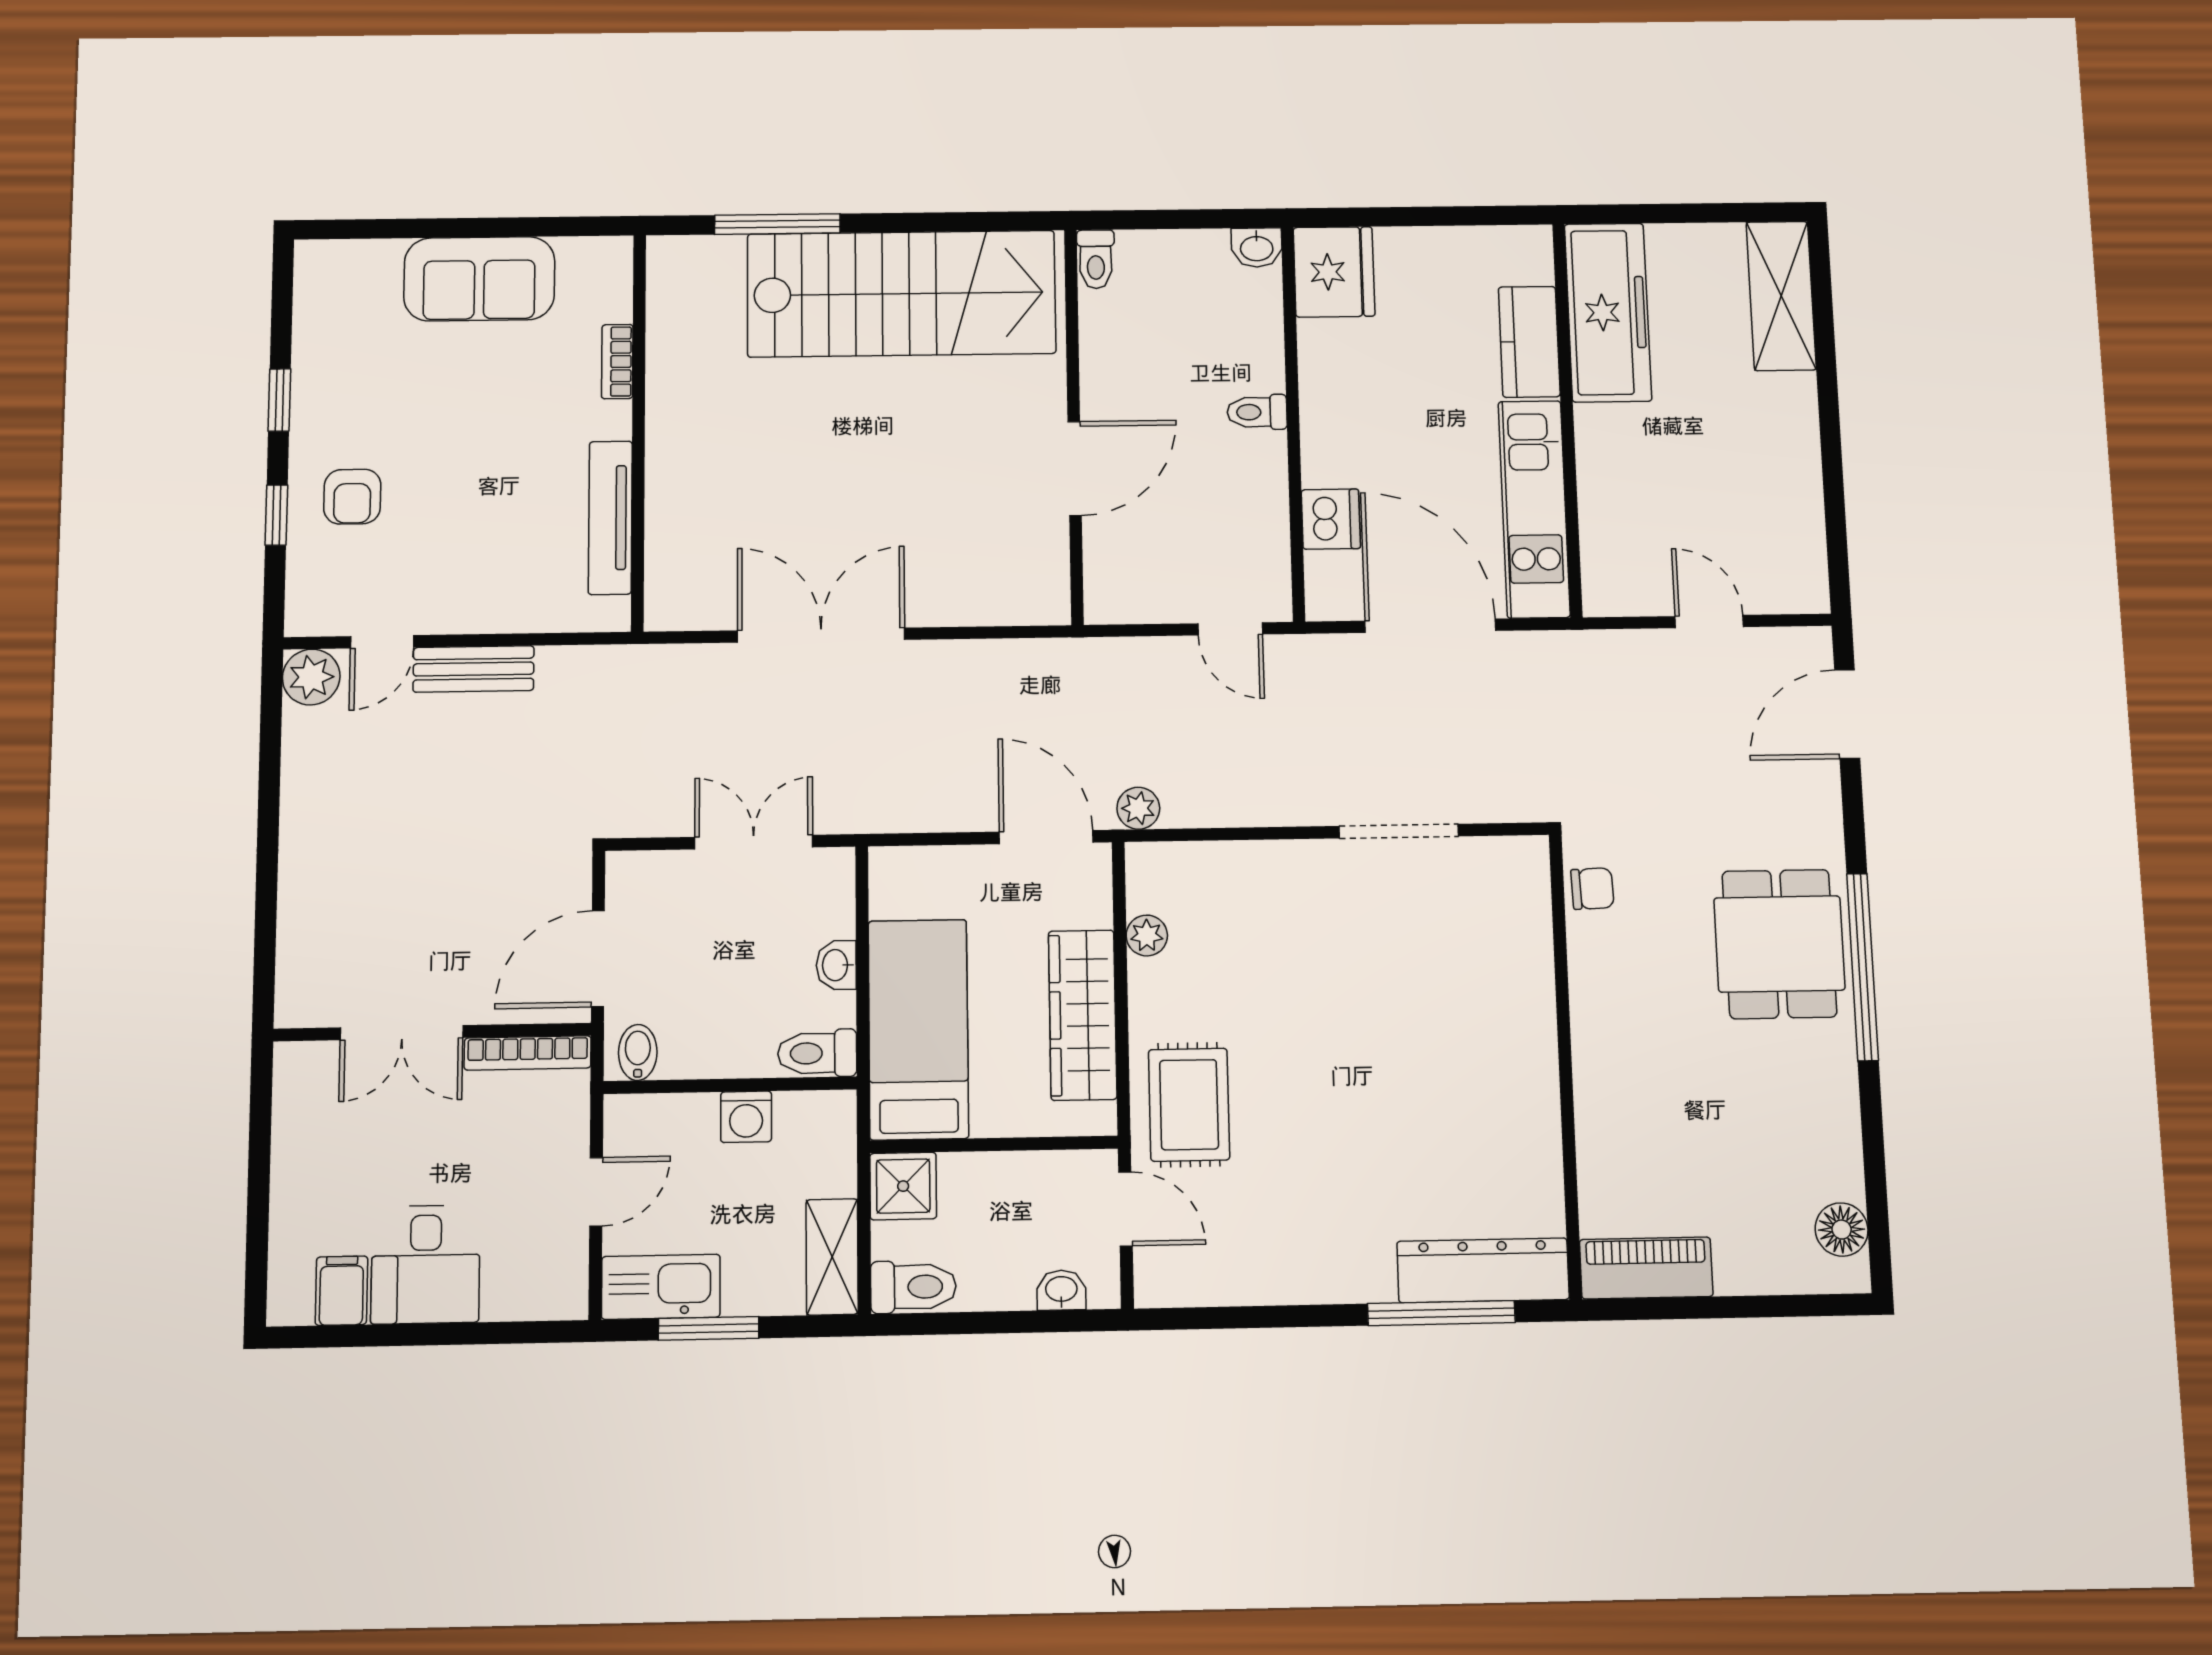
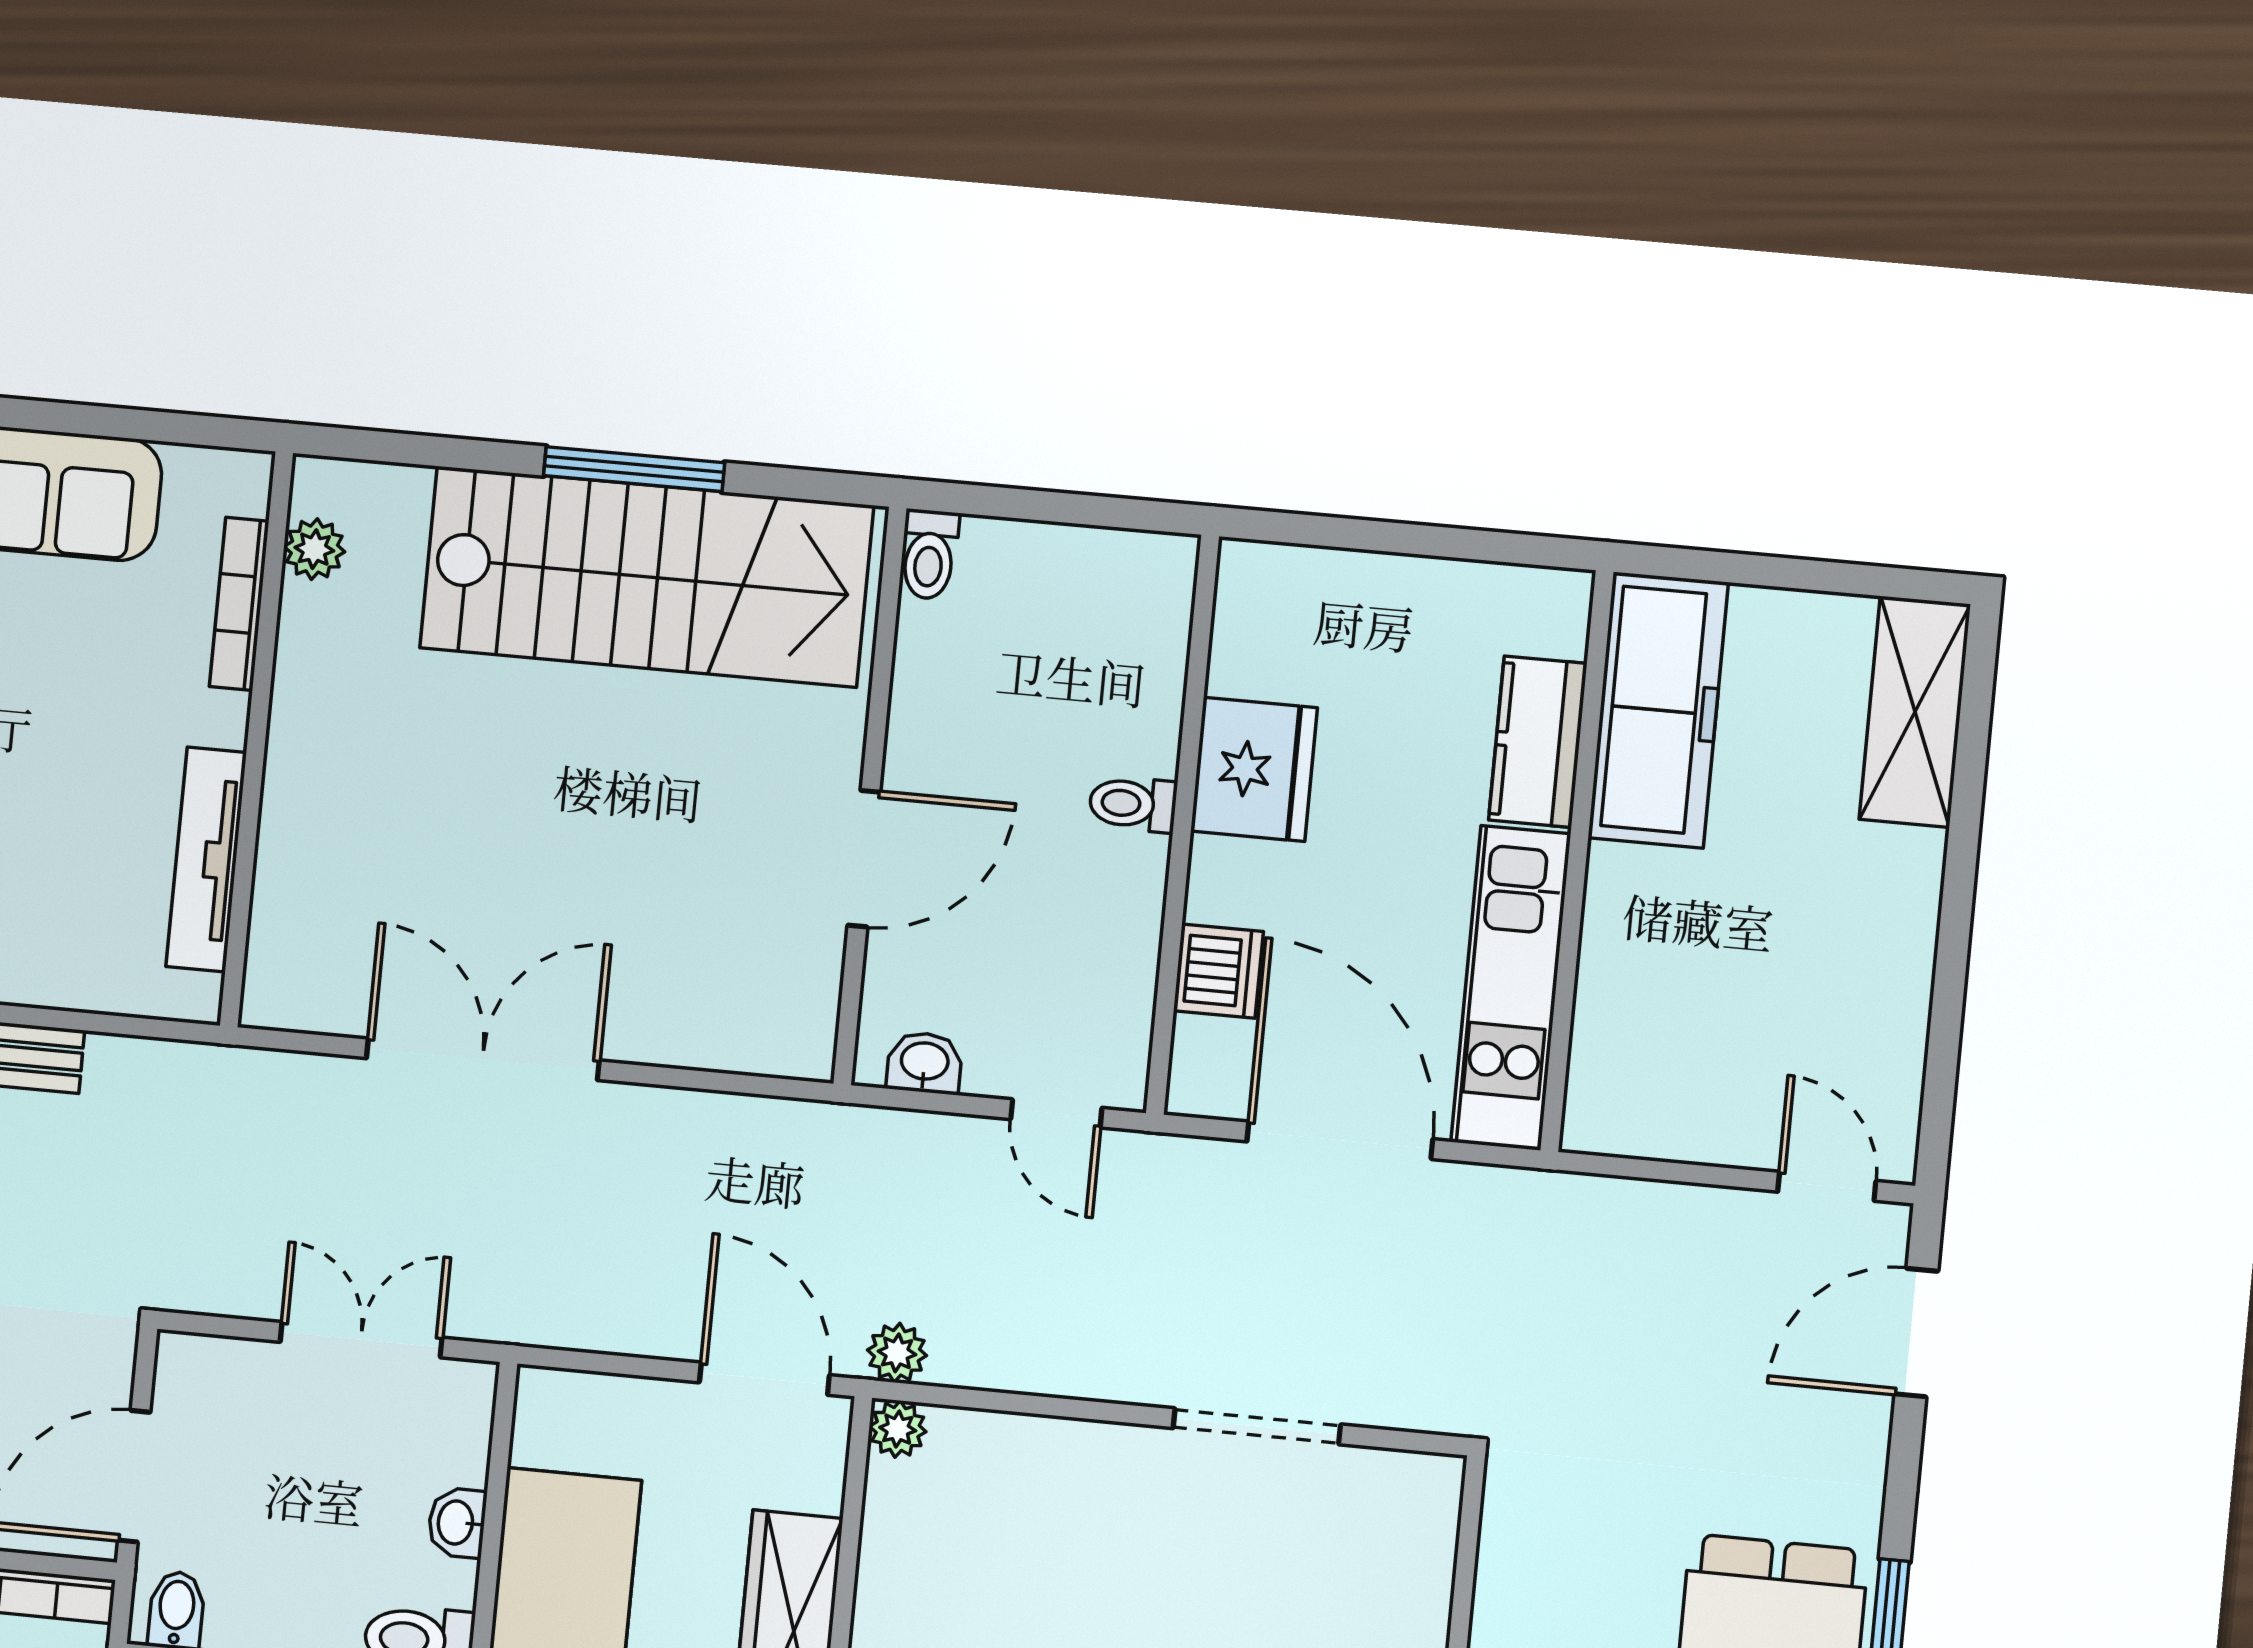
window: (777, 224) -> (634, 469), moved
washbasin: (1257, 247) -> (925, 1063), moved, turned 180
fridge: (1334, 272) -> (1254, 769), moved
plant: (667, 298) -> (314, 549), added
bookcase: (617, 362) -> (239, 604), width x1.56
door: (1709, 622) -> (1827, 1186), moved
chair: (1592, 889) -> (1518, 1538), removed
plant: (1147, 936) -> (898, 1429), moved

